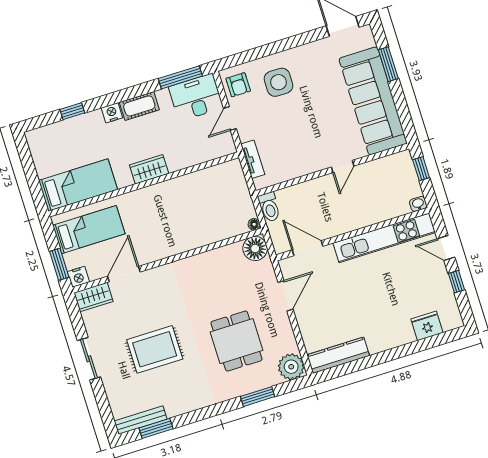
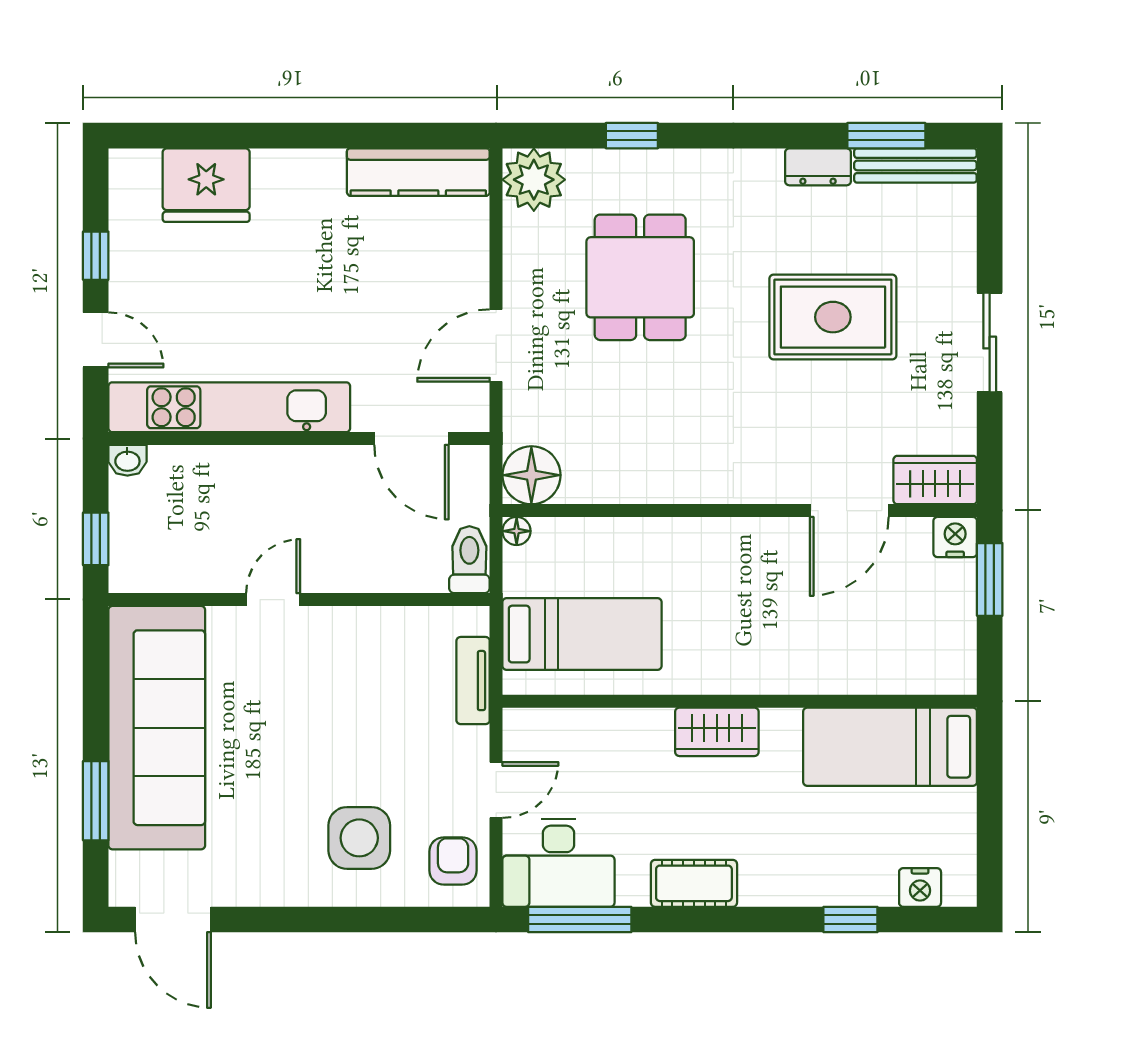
nightstand: (112, 113) -> (920, 887), moved
bed: (89, 230) -> (582, 634), moved, turned 180
fridge: (427, 326) -> (206, 185), width x1.36, depth x1.34
window: (258, 397) -> (632, 136), width x0.67
dresser: (179, 407) -> (818, 167), added

